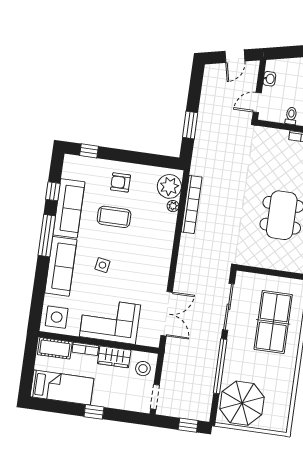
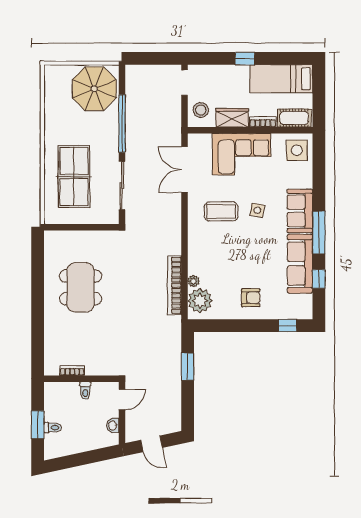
door: (235, 56) -> (151, 444), swing flipped
coffee table: (114, 217) -> (221, 211), moved
sofa: (61, 266) -> (300, 211), width x0.73
window: (188, 425) -> (146, 58), removed

